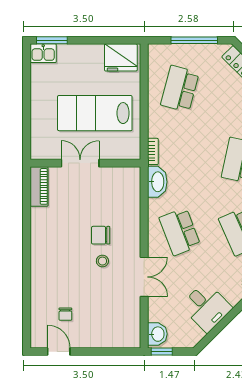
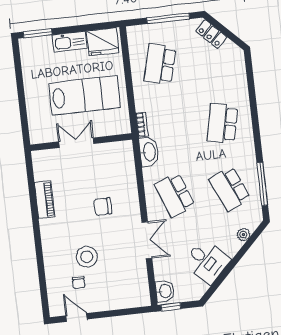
kitchen sink: (43, 53) -> (70, 42), moved, width x1.38
lab bench: (95, 113) -> (85, 95), turned 180
piano: (39, 186) -> (45, 200), moved
stool: (102, 261) -> (87, 257), moved, width x1.89, depth x1.89

